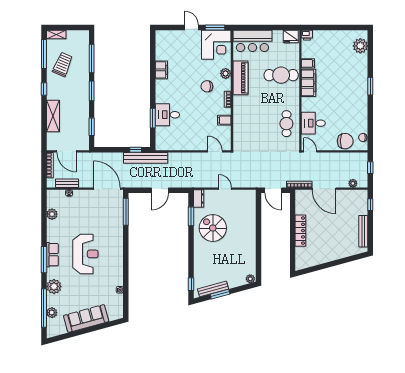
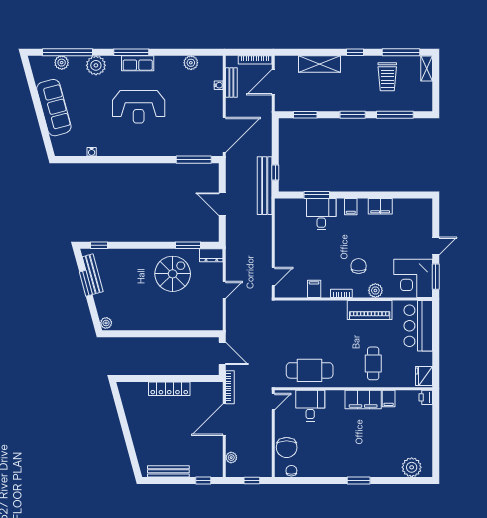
trolley: (63, 64) -> (387, 77), turned 67
cafe table: (281, 75) -> (373, 363), width x0.73, depth x0.74
filing cabinet: (162, 92) -> (351, 207), added
cafe table: (286, 124) -> (310, 370), width x1.37, depth x1.35
door: (273, 190) -> (222, 353), swing flipped

